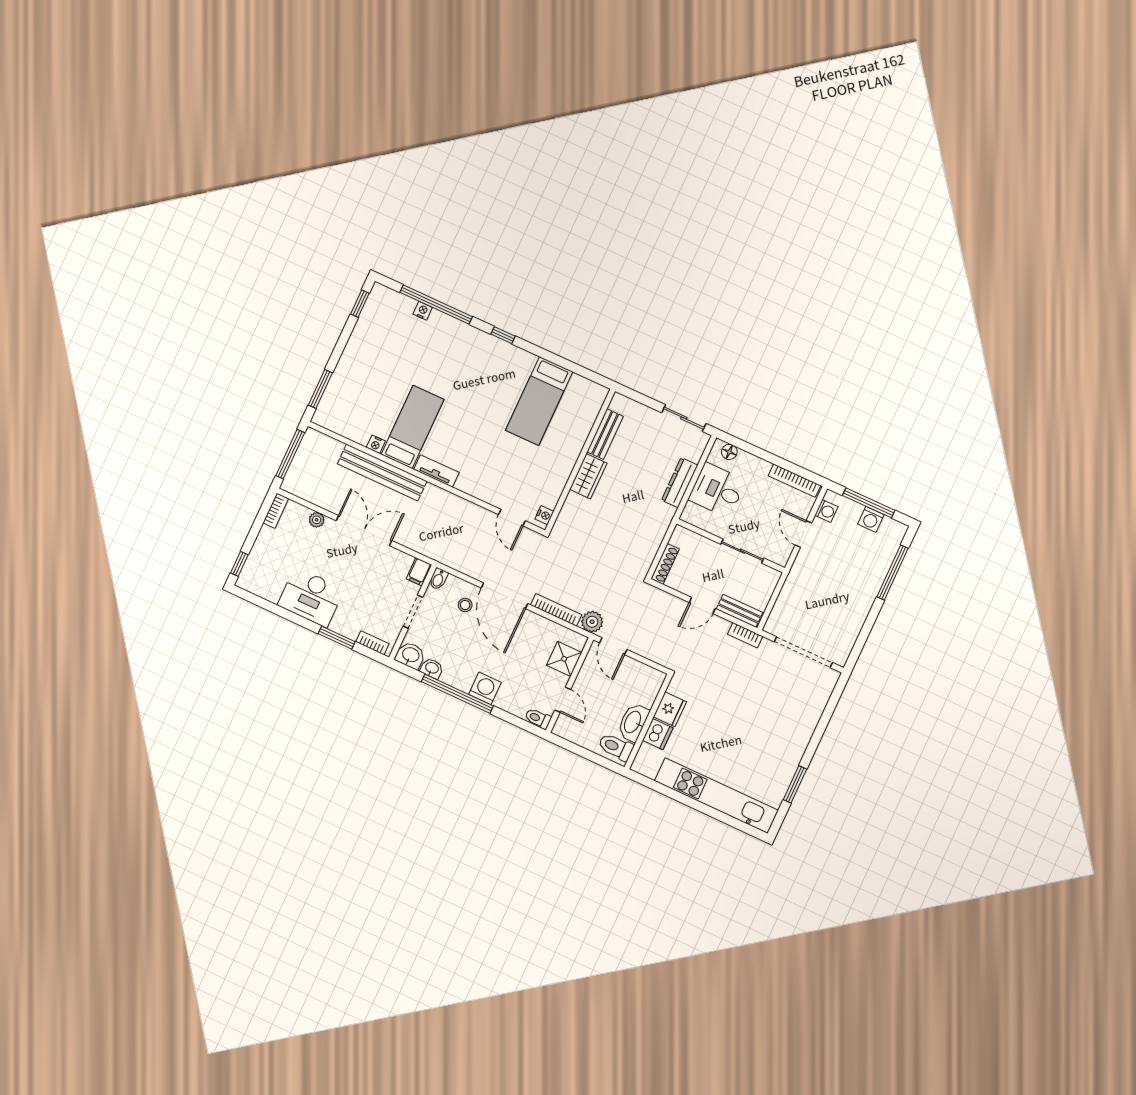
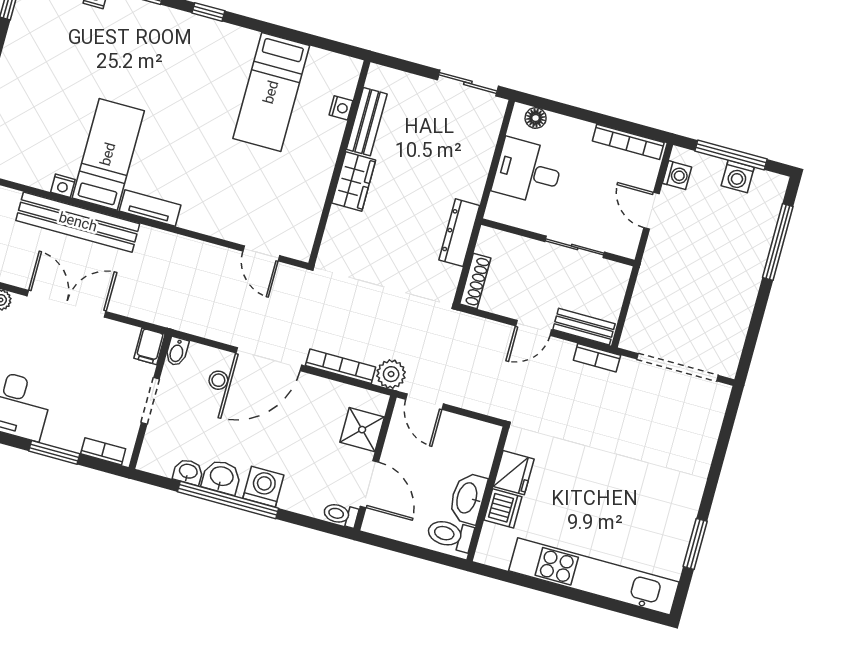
dresser: (680, 483) -> (459, 233), moved
nightstand: (544, 515) -> (341, 108), moved
door: (504, 596) -> (269, 359), hinge flipped
washbasin: (411, 655) -> (221, 477), moved
door: (563, 700) -> (369, 484), width x1.38

